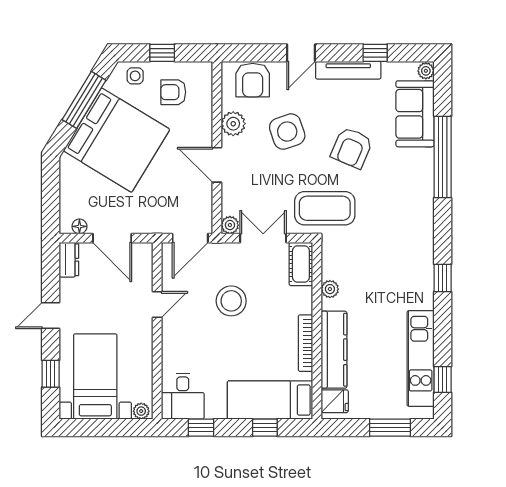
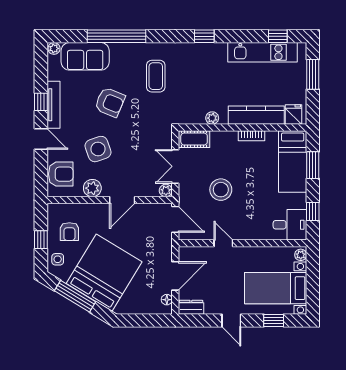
window: (375, 53) -> (41, 102), moved
coffee table: (325, 208) -> (156, 76), moved, width x0.73, depth x0.76
bookcase: (305, 343) -> (251, 136), width x0.64
window: (265, 428) -> (313, 165), width x1.50

